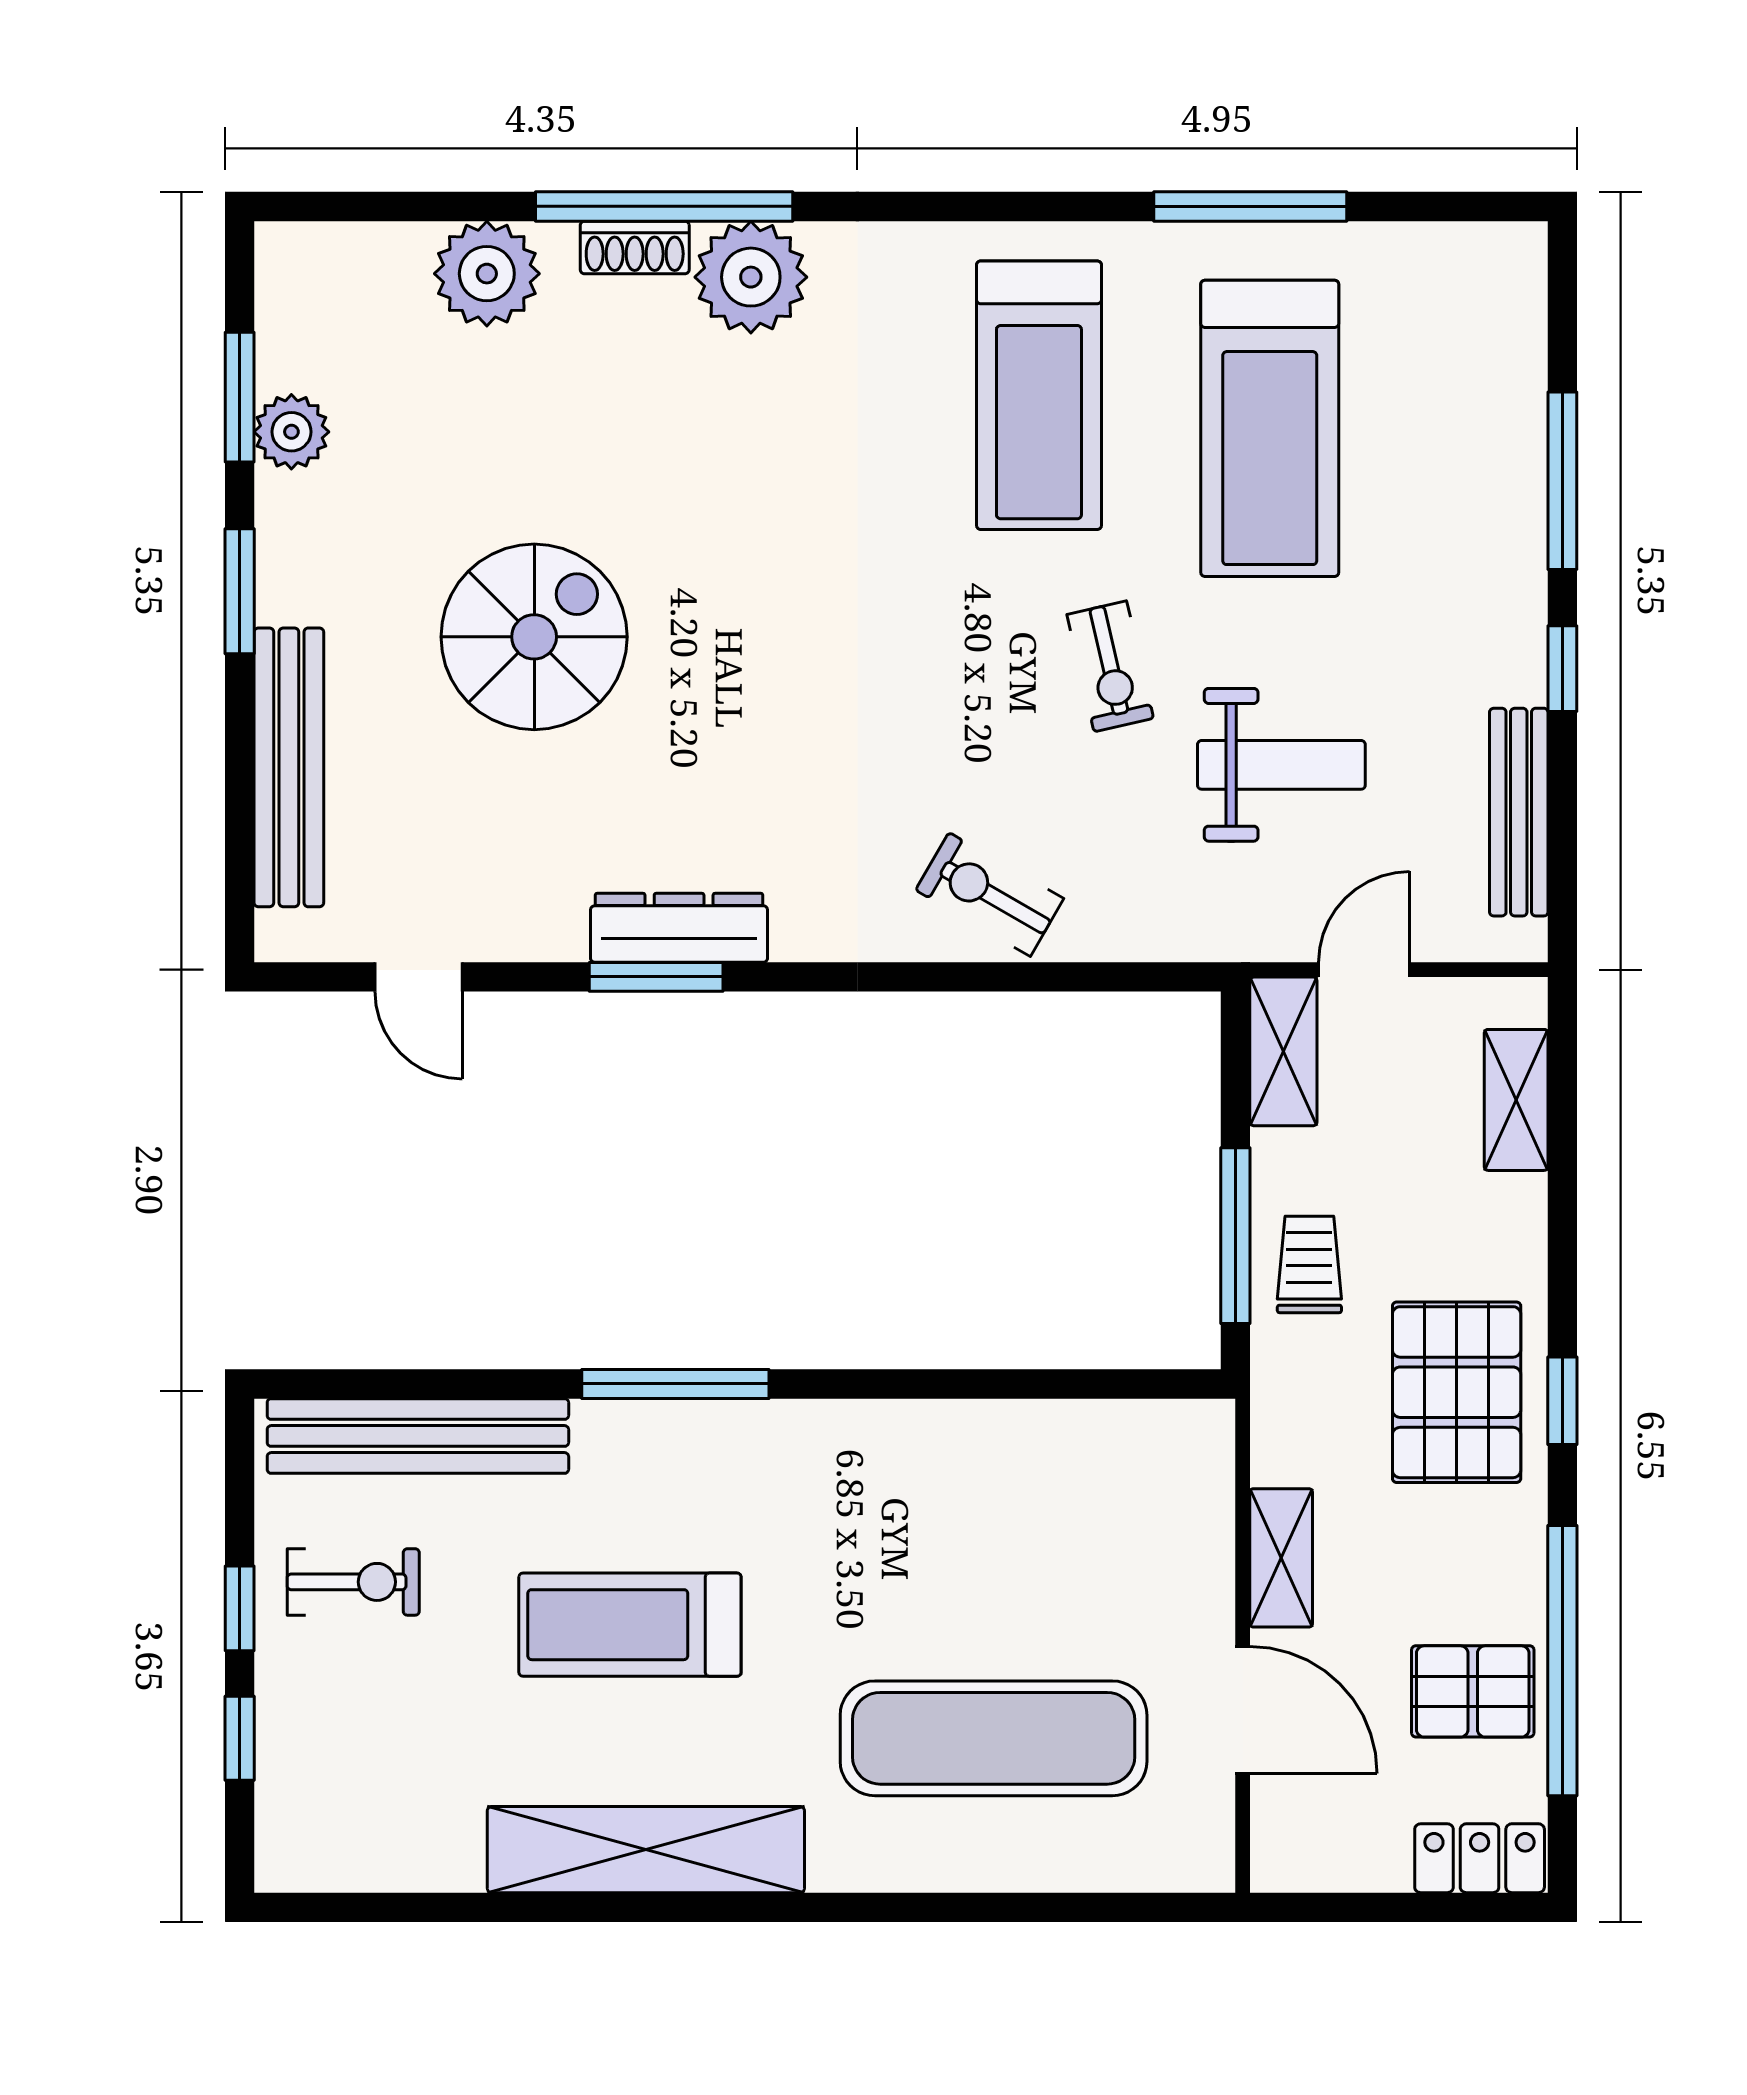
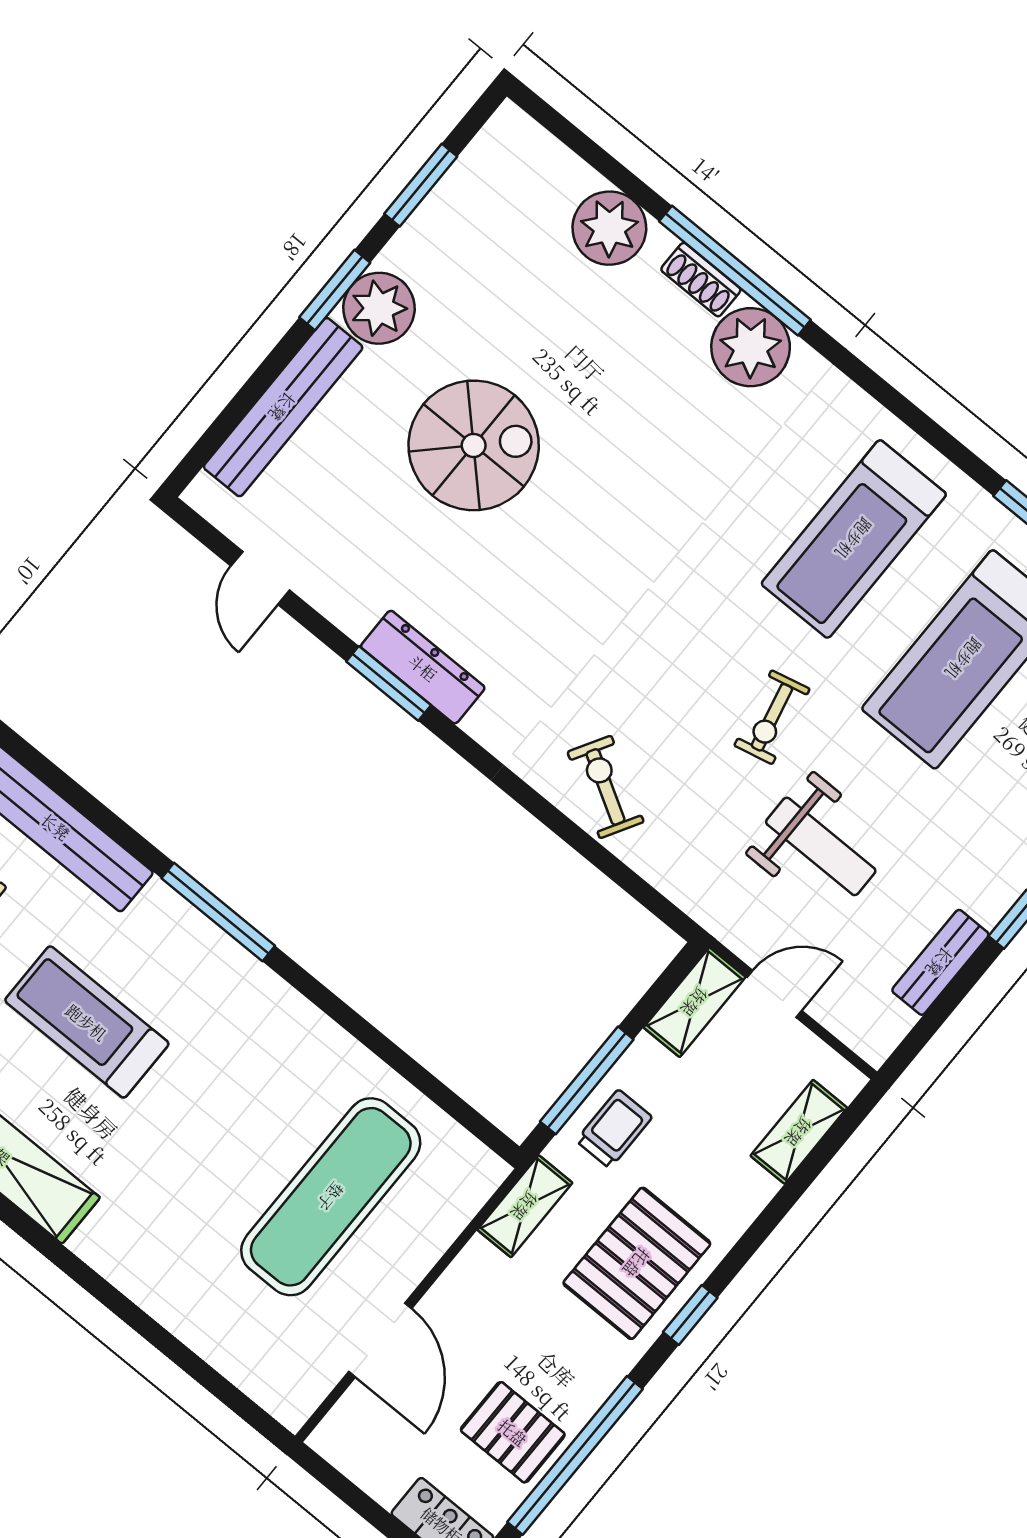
plant: (291, 432) -> (379, 308), moved, width x1.36, depth x1.36
bench: (1519, 812) -> (940, 962), width x0.73
shelving: (1281, 1558) -> (525, 1206), moved
exercise mat: (994, 1738) -> (331, 1197), moved, turned 90

